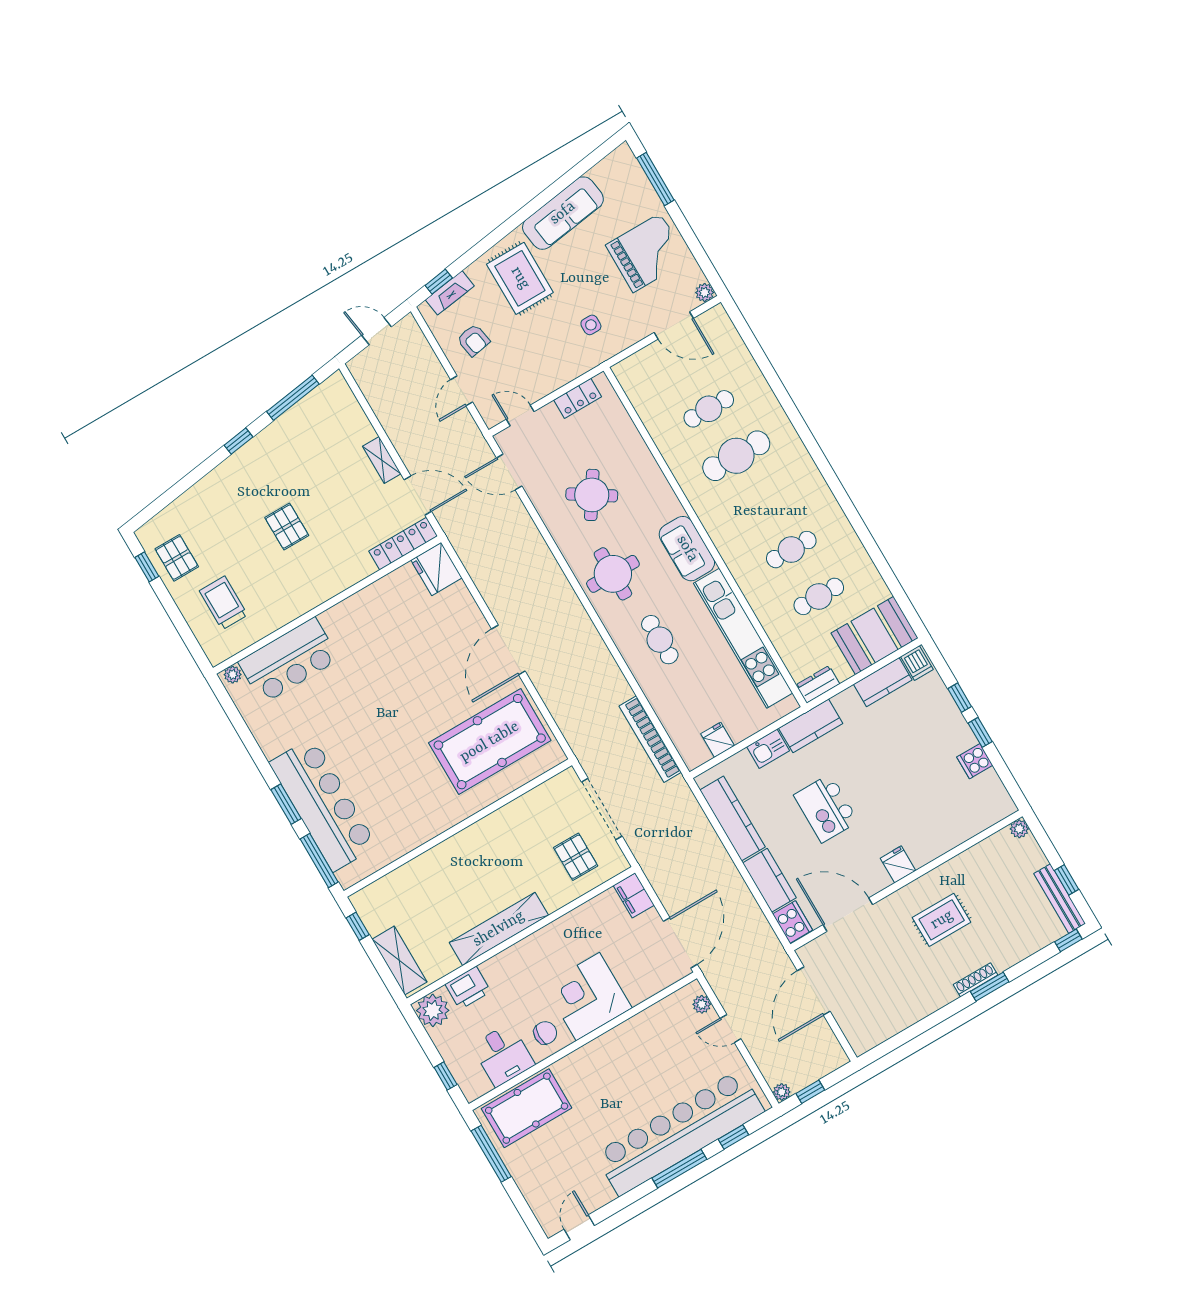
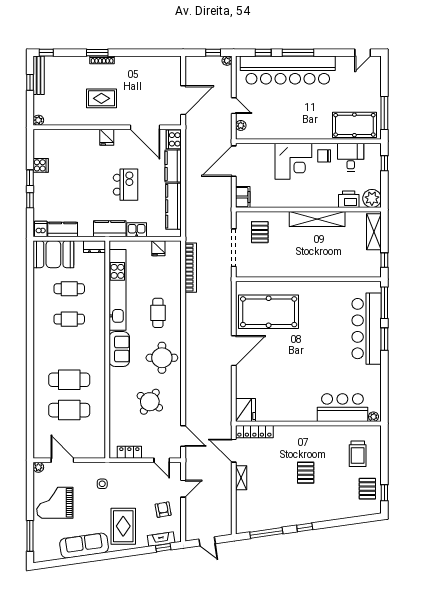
cafe table: (709, 409) -> (69, 410), width x1.37, depth x1.35

